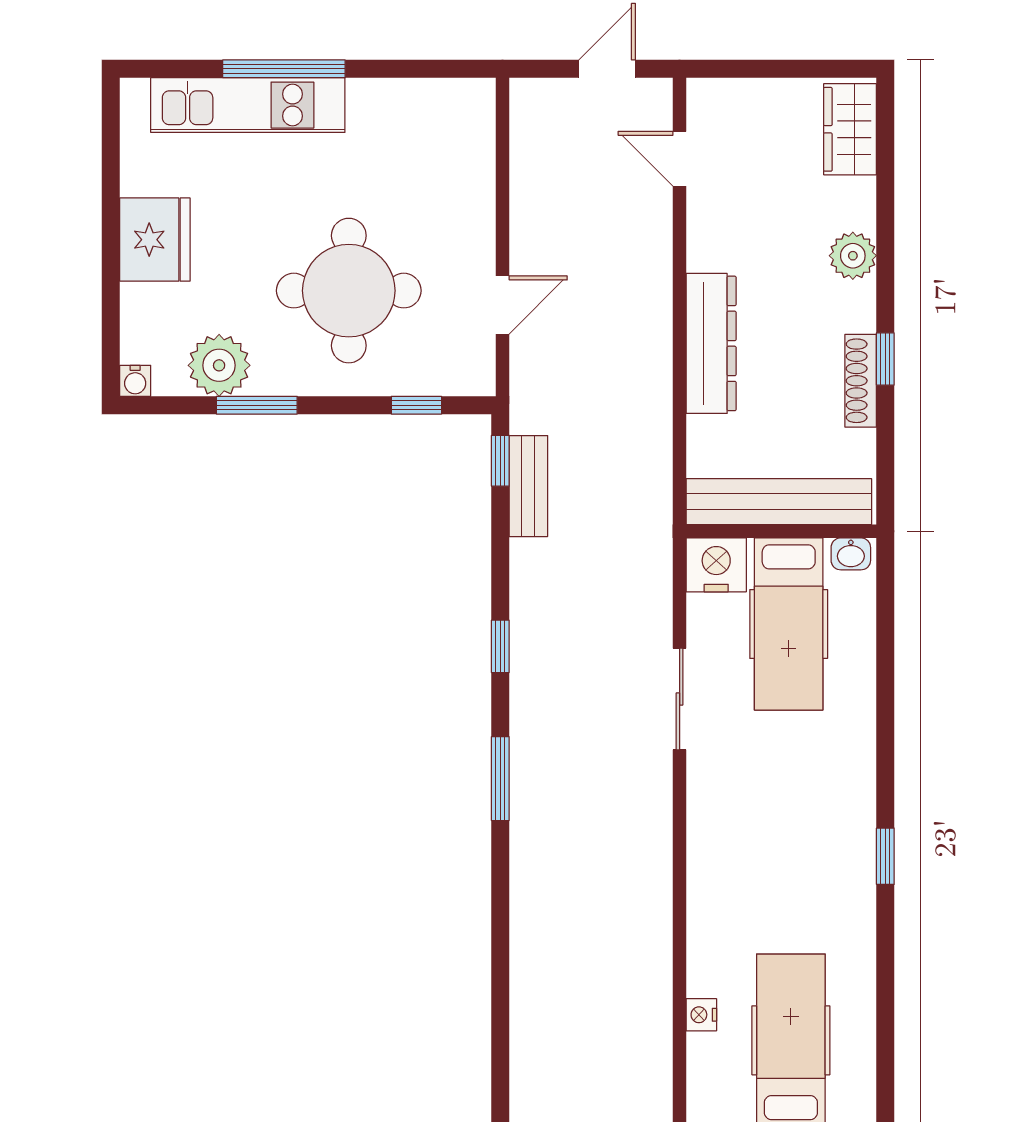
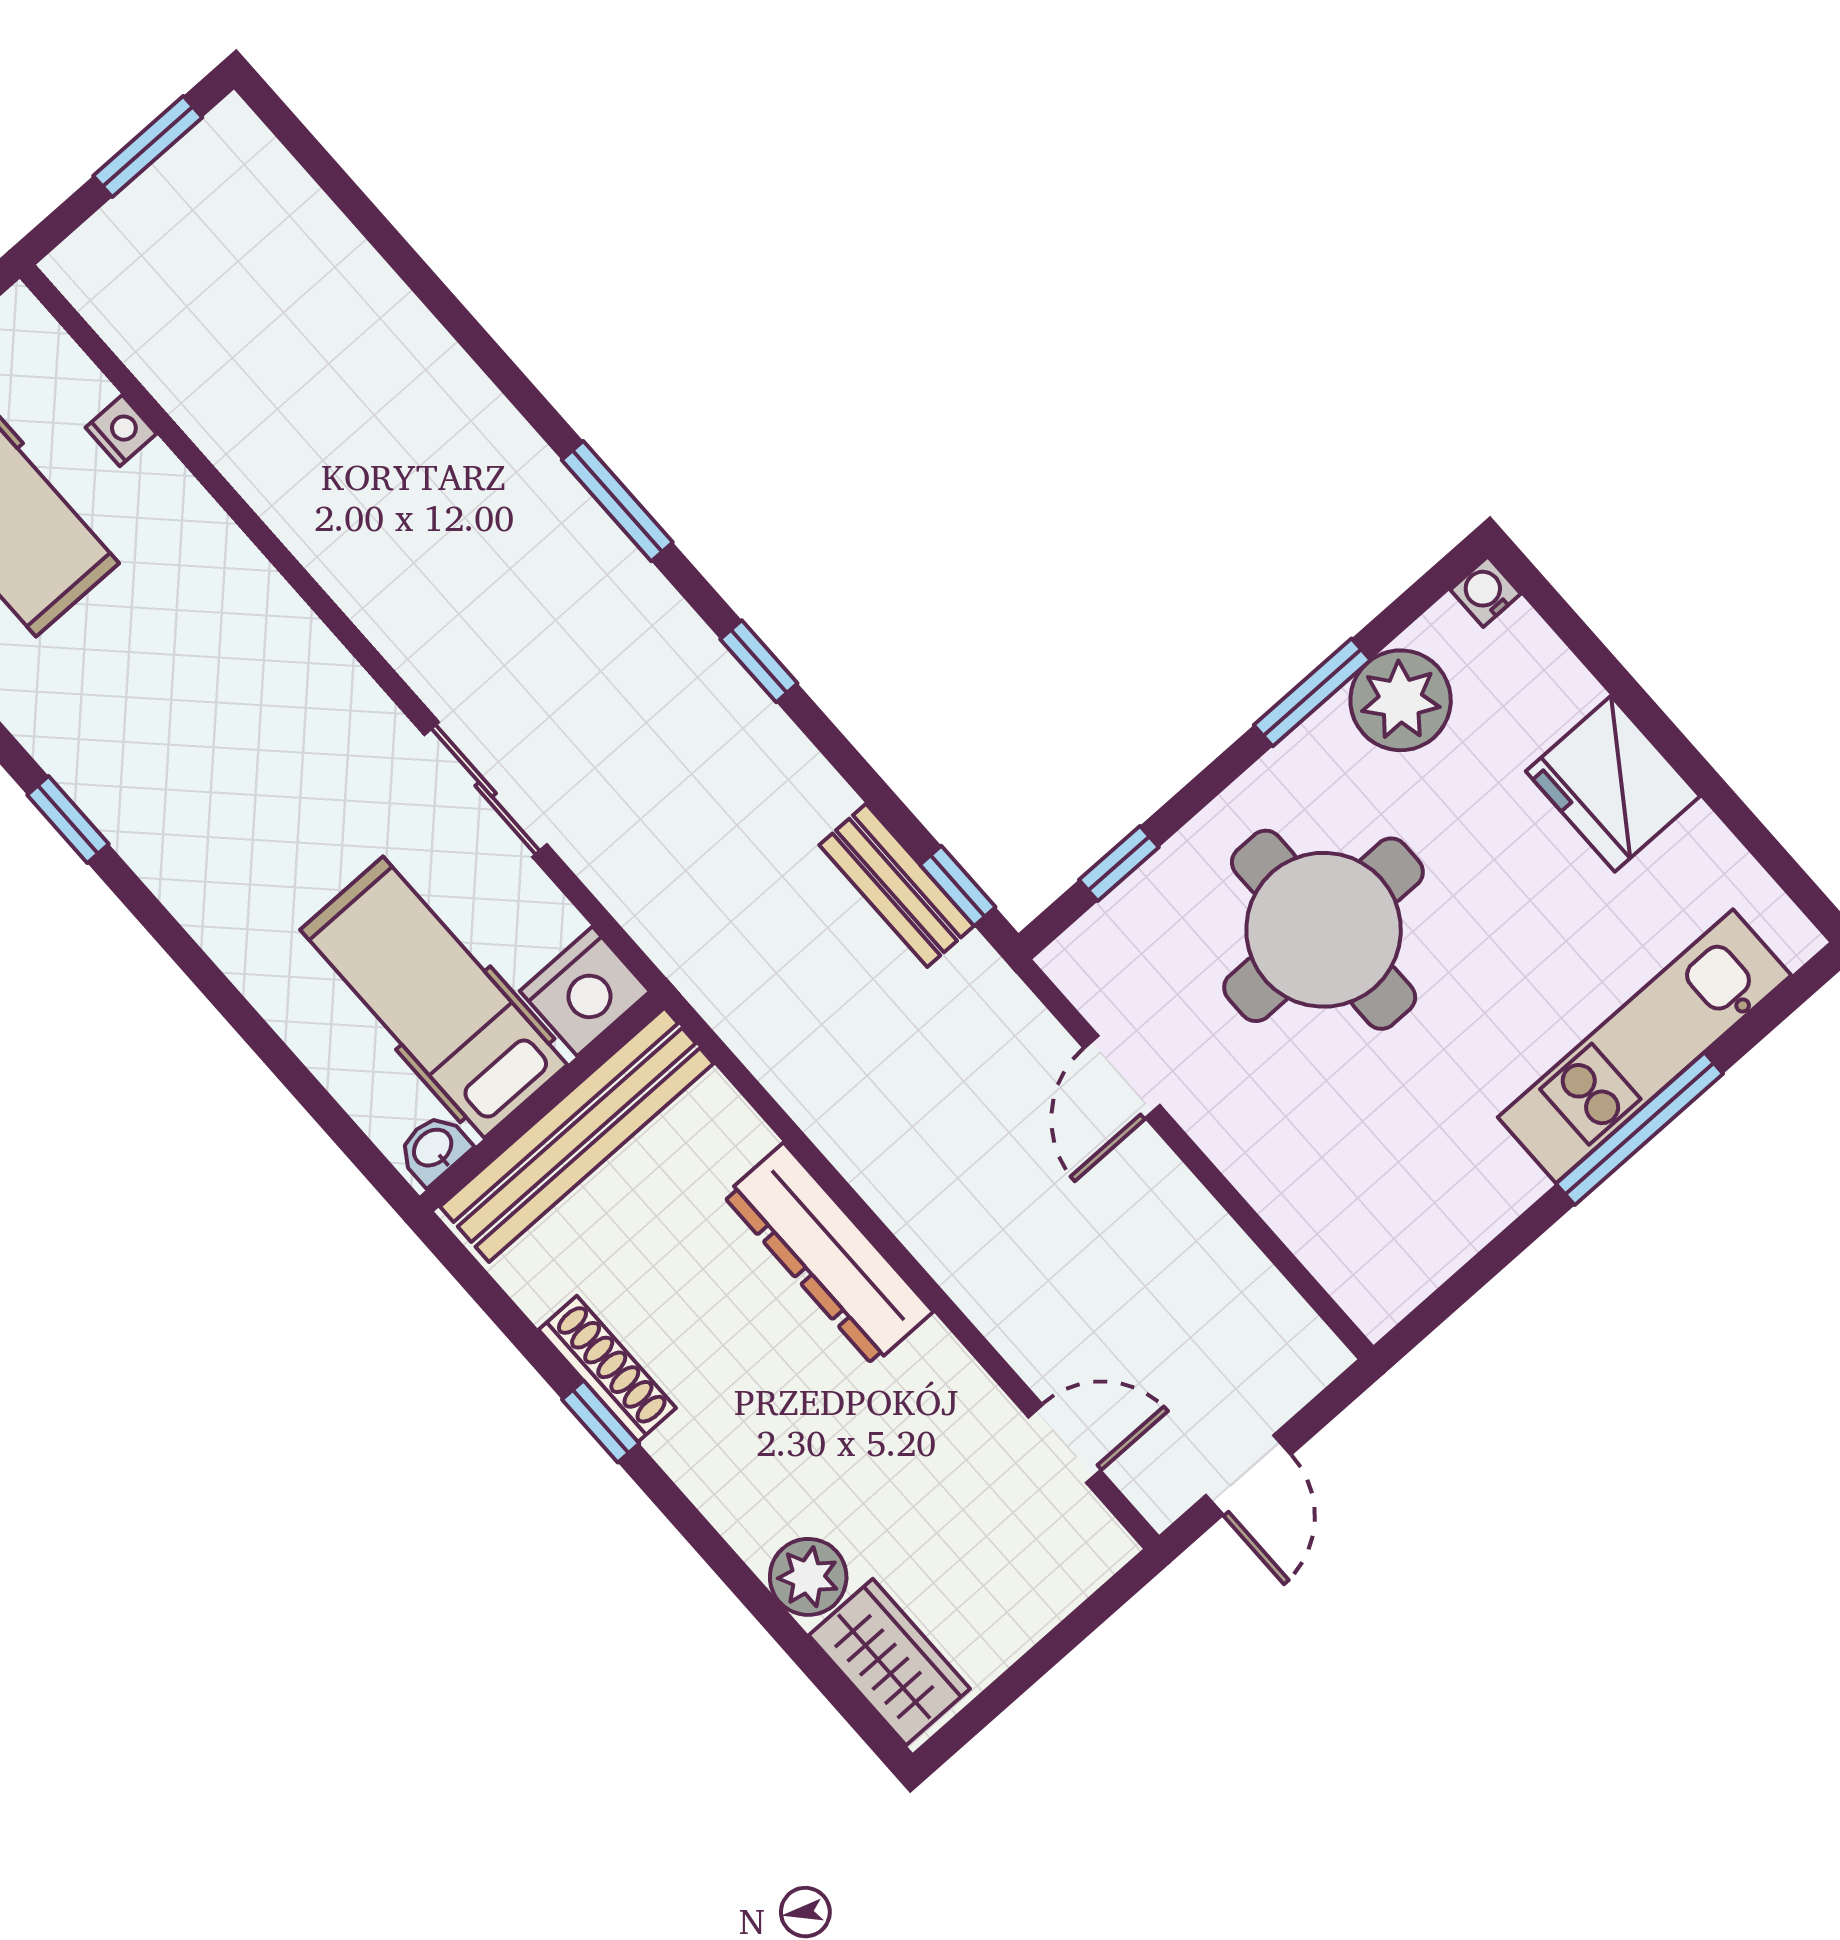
plant: (853, 256) -> (808, 1577), moved

